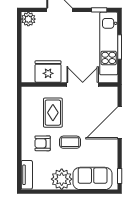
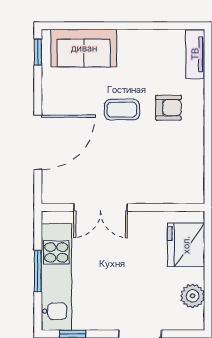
plant: (28, 19) -> (193, 296), moved
fridge: (48, 72) -> (186, 245), moved, turned 90
rug: (53, 113) -> (151, 160), removed
plant: (62, 179) -> (136, 47), removed

